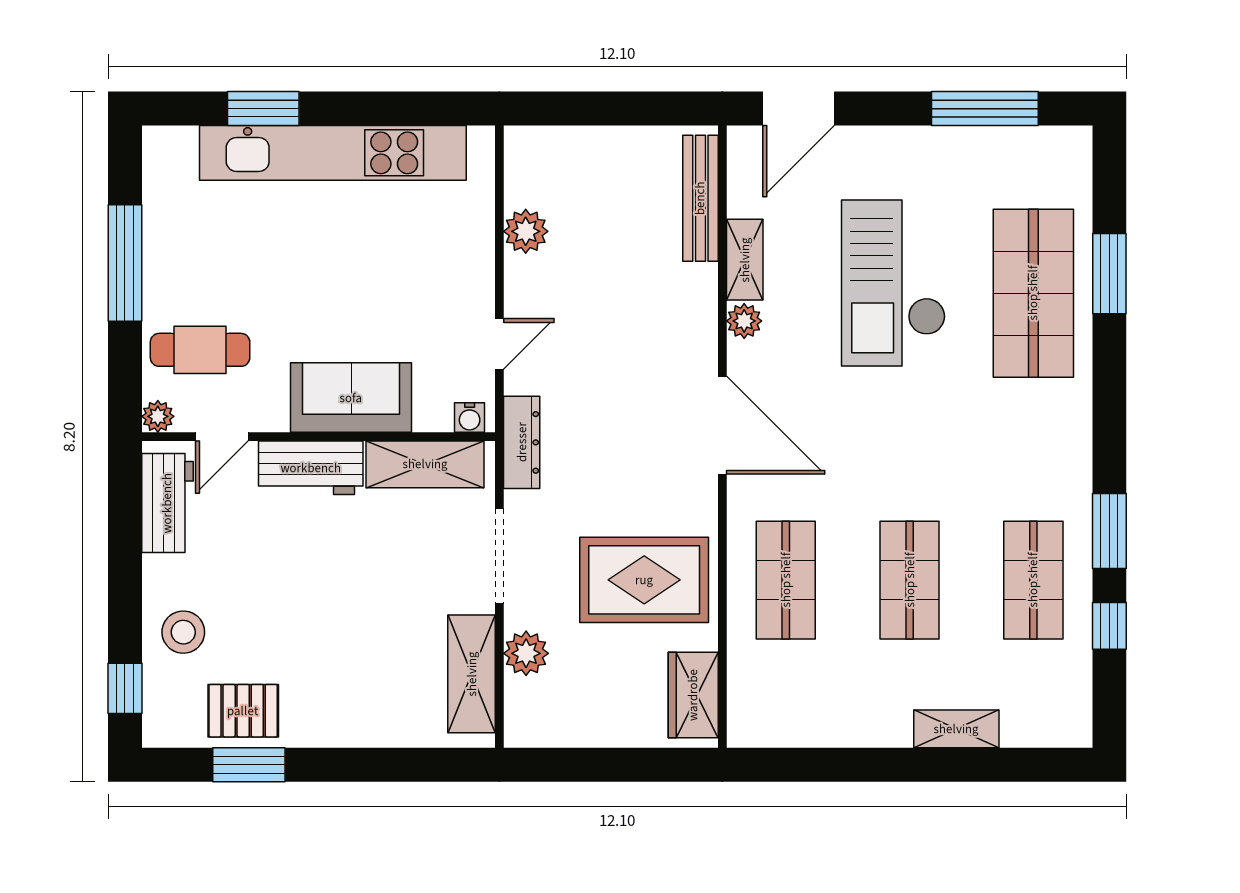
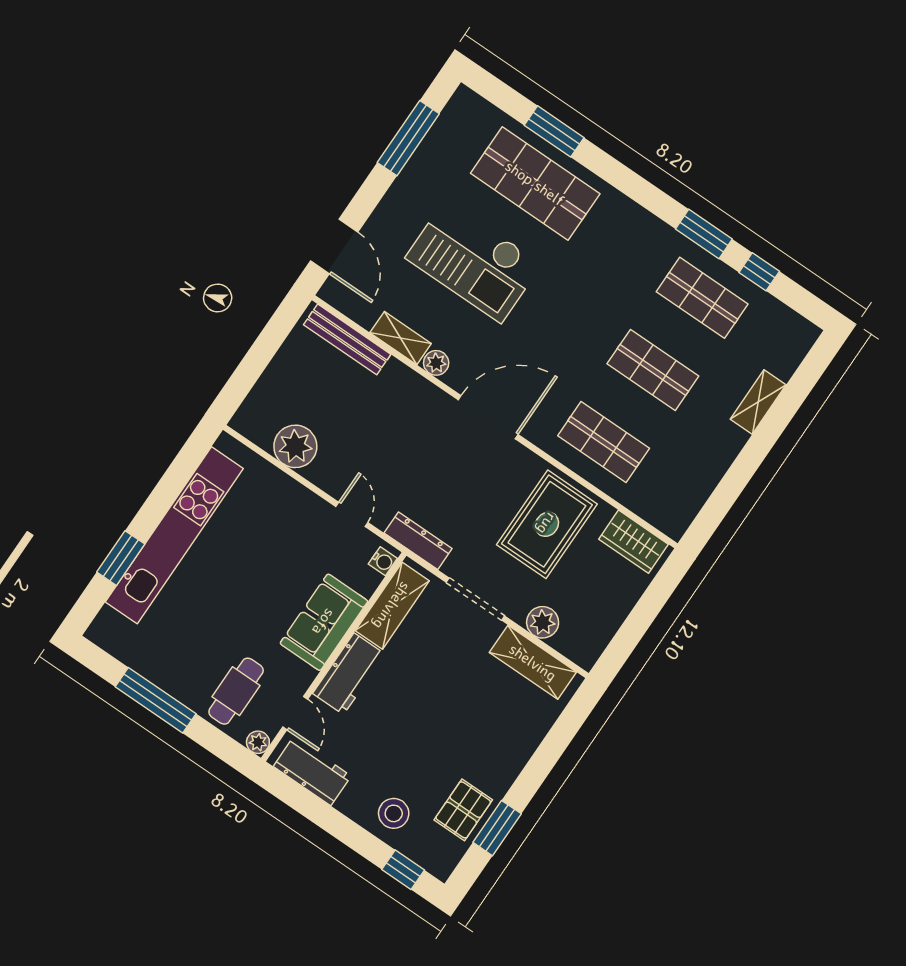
plant: (526, 231) -> (295, 446), width x1.36, depth x1.36

